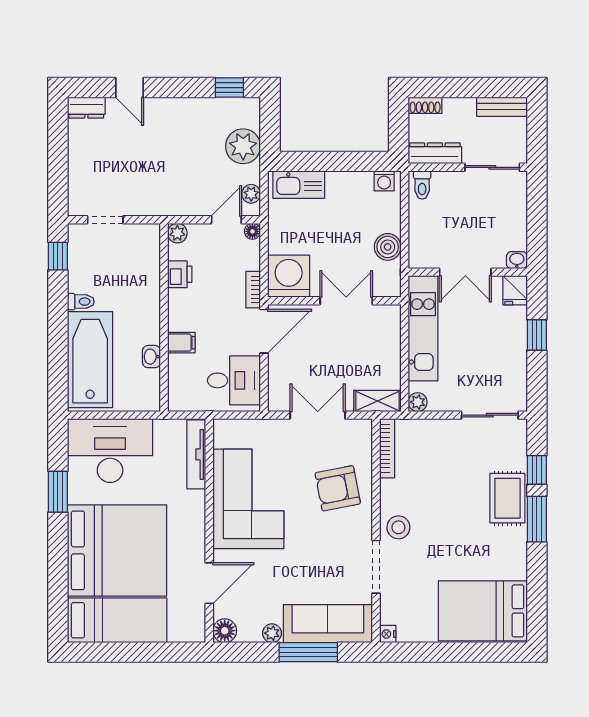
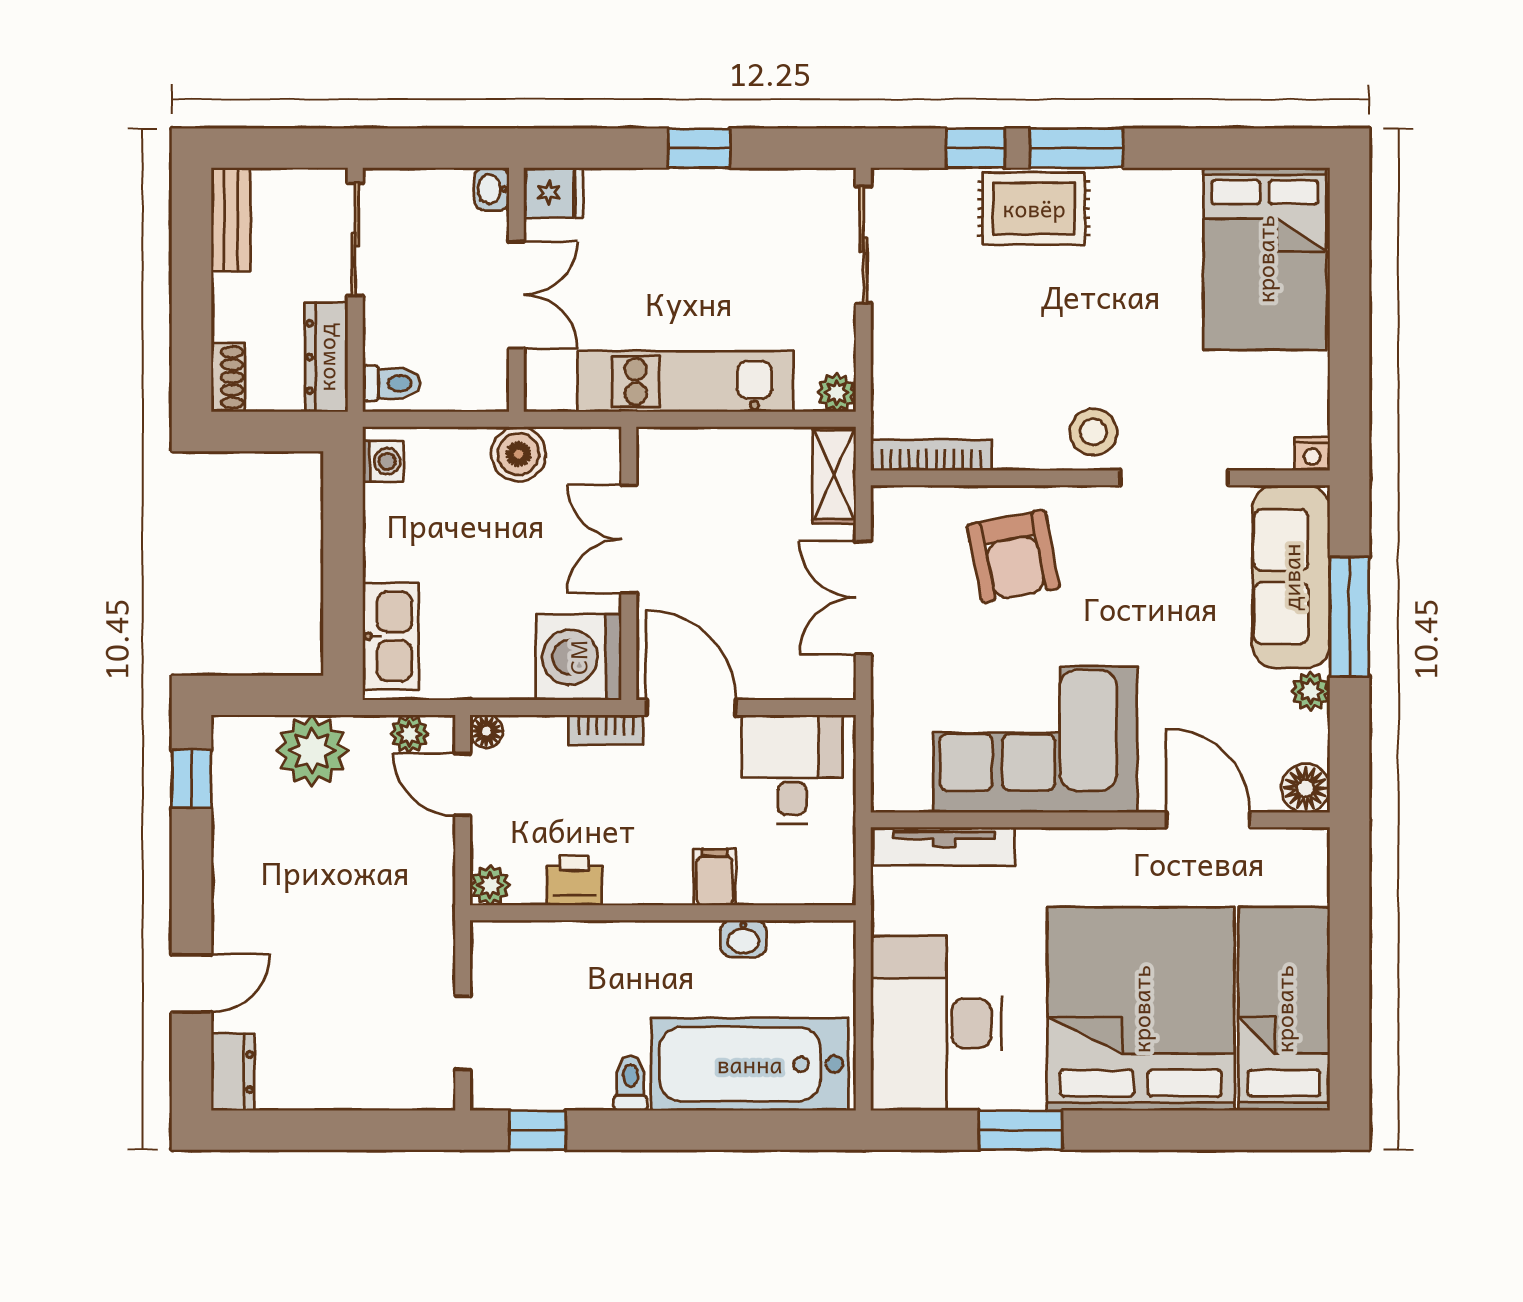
washbasin: (517, 260) -> (492, 189), moved
double door: (465, 272) -> (516, 295), moved
wall: (468, 272) -> (516, 290), moved
fridge: (515, 290) -> (554, 193), moved

